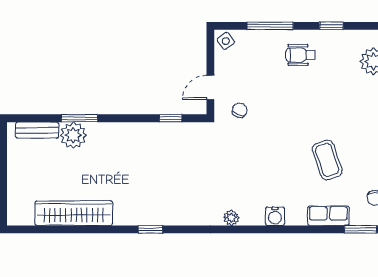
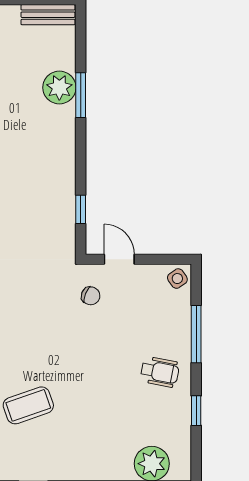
wheelchair: (300, 55) -> (160, 372), turned 101
bench: (37, 130) -> (48, 15), moved, turned 90

